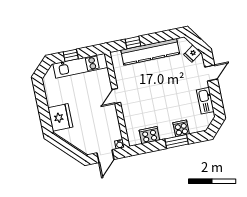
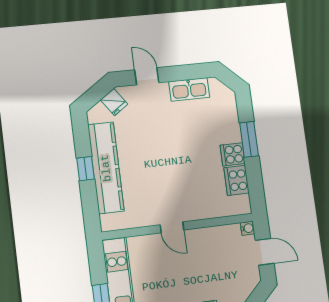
window: (133, 43) -> (86, 169), moved
cooker: (181, 128) -> (233, 154), moved

